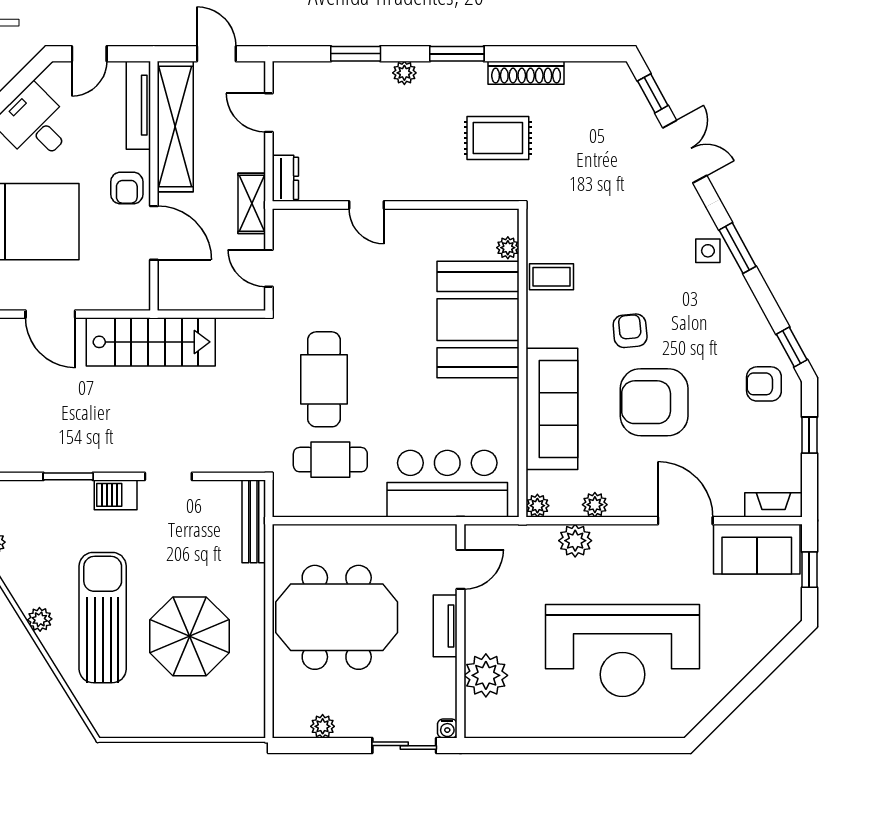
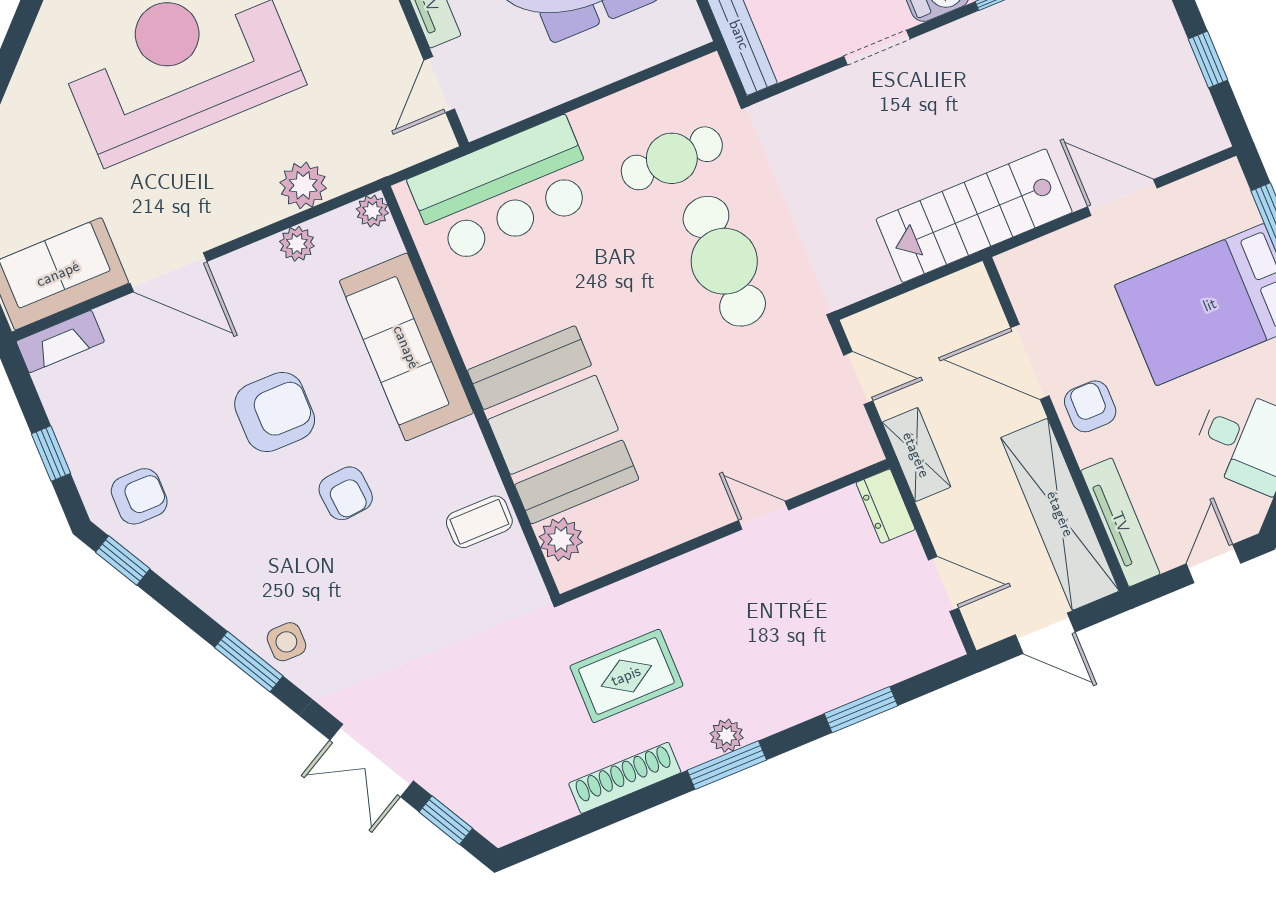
plant: (404, 73) -> (727, 736), moved
plant: (508, 248) -> (561, 539), width x1.38, depth x1.38
armchair: (654, 402) -> (275, 412), width x0.73, depth x0.73

